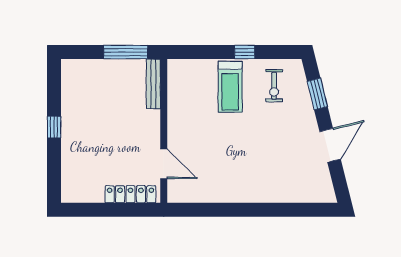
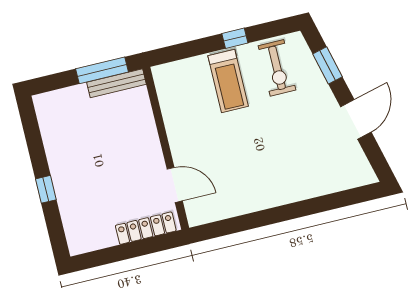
bench: (153, 84) -> (116, 83), moved, turned 90
exercise bike: (274, 86) -> (277, 68), width x1.38, depth x1.39
window: (54, 127) -> (46, 189), moved

